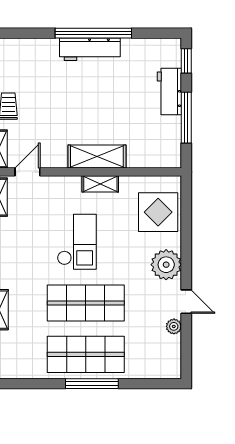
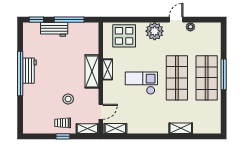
workbench: (90, 49) -> (30, 71), width x0.73
stool: (49, 116) -> (68, 99), added
door: (27, 172) -> (101, 112), swing flipped

